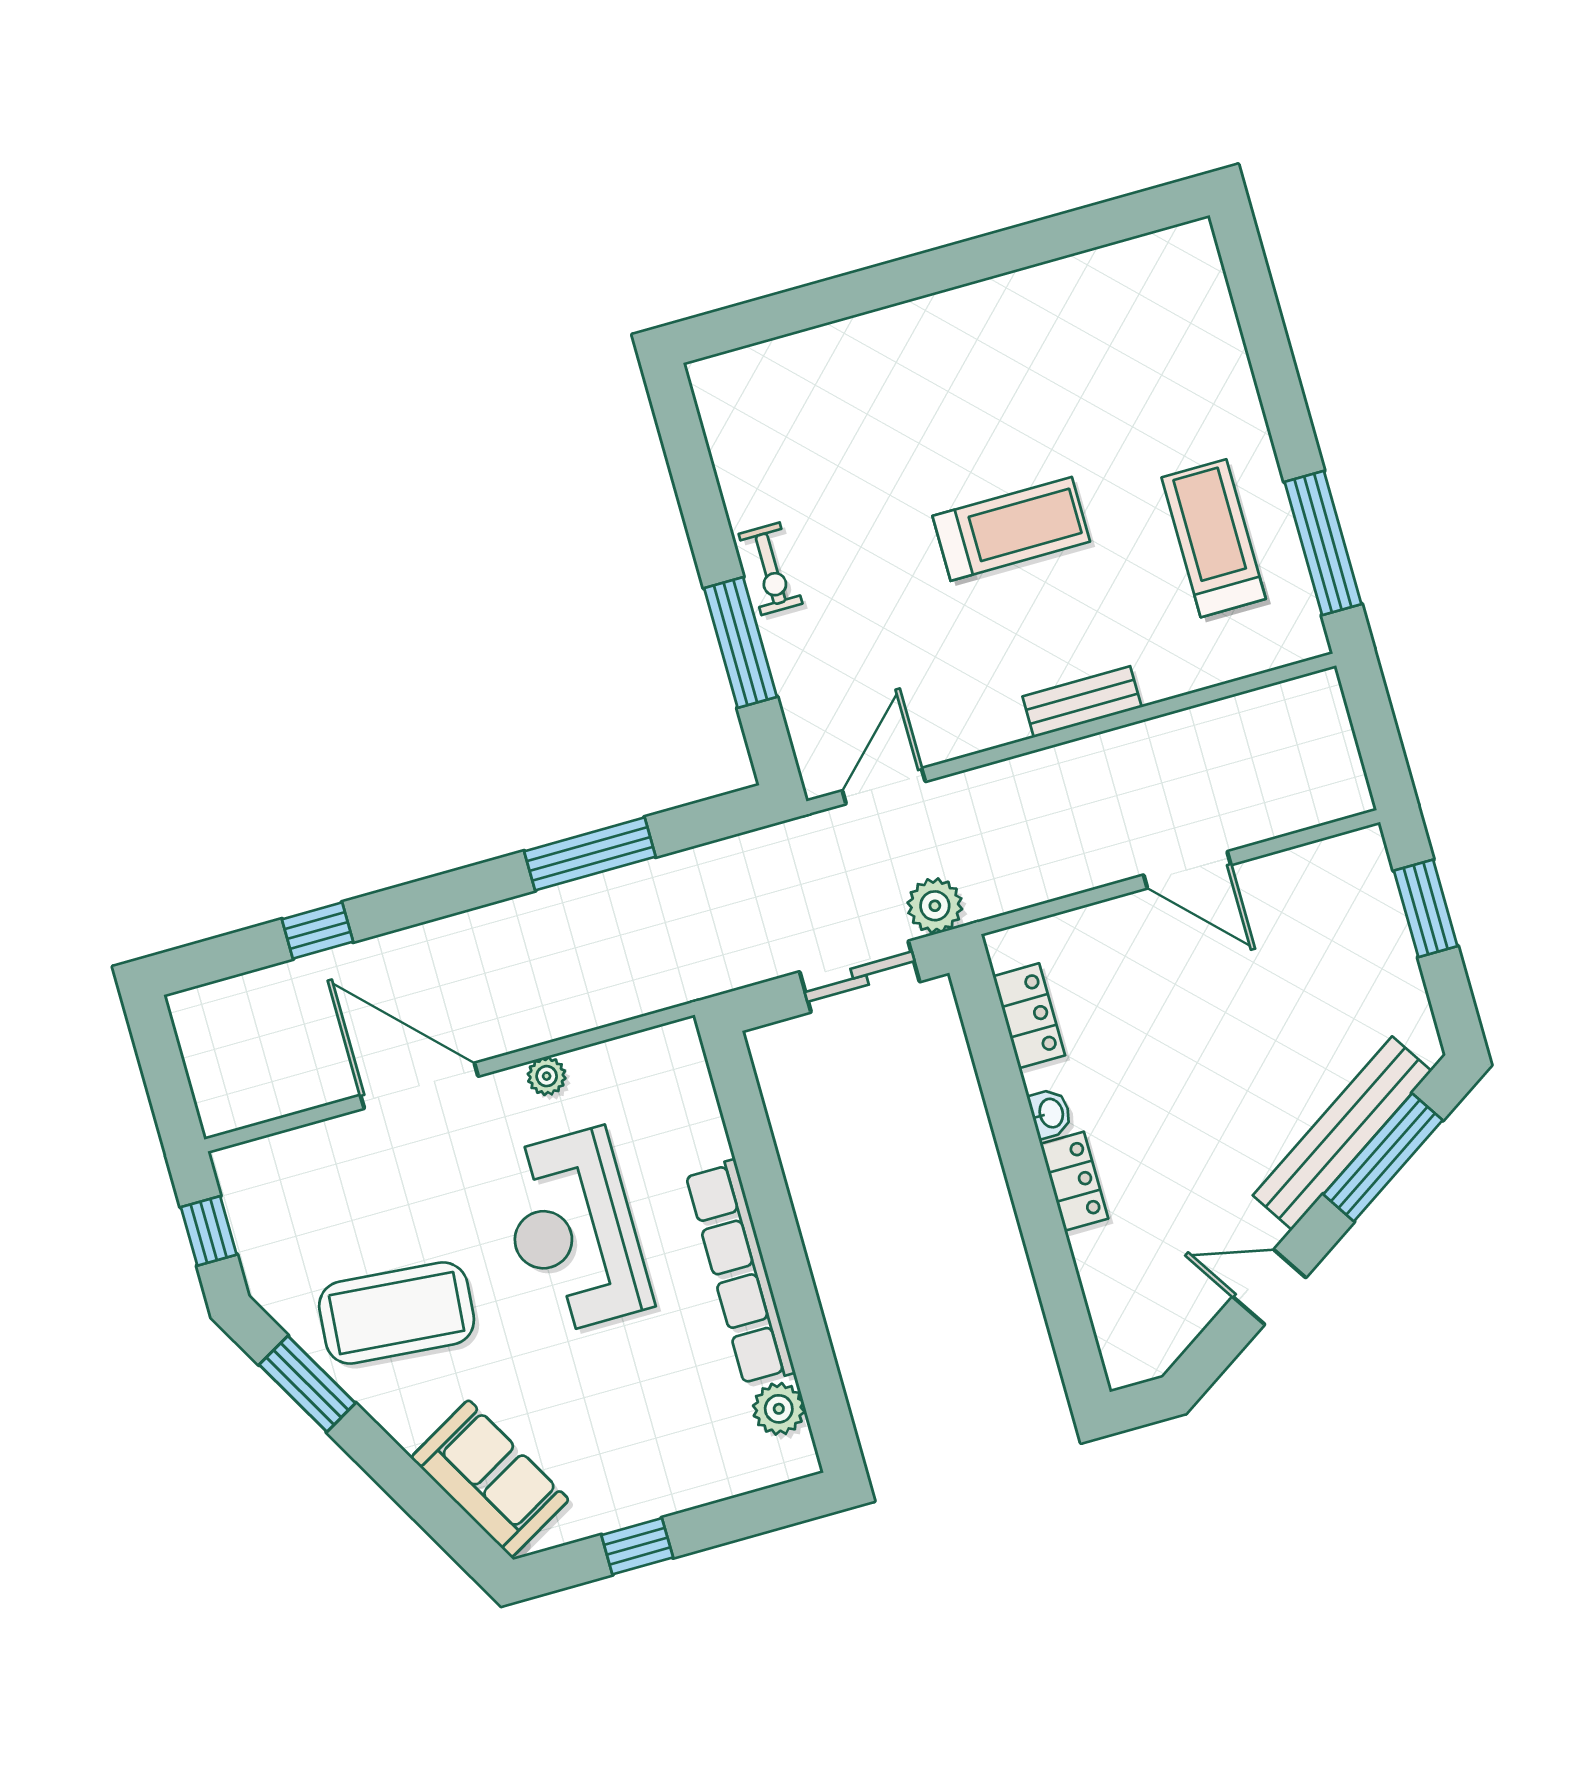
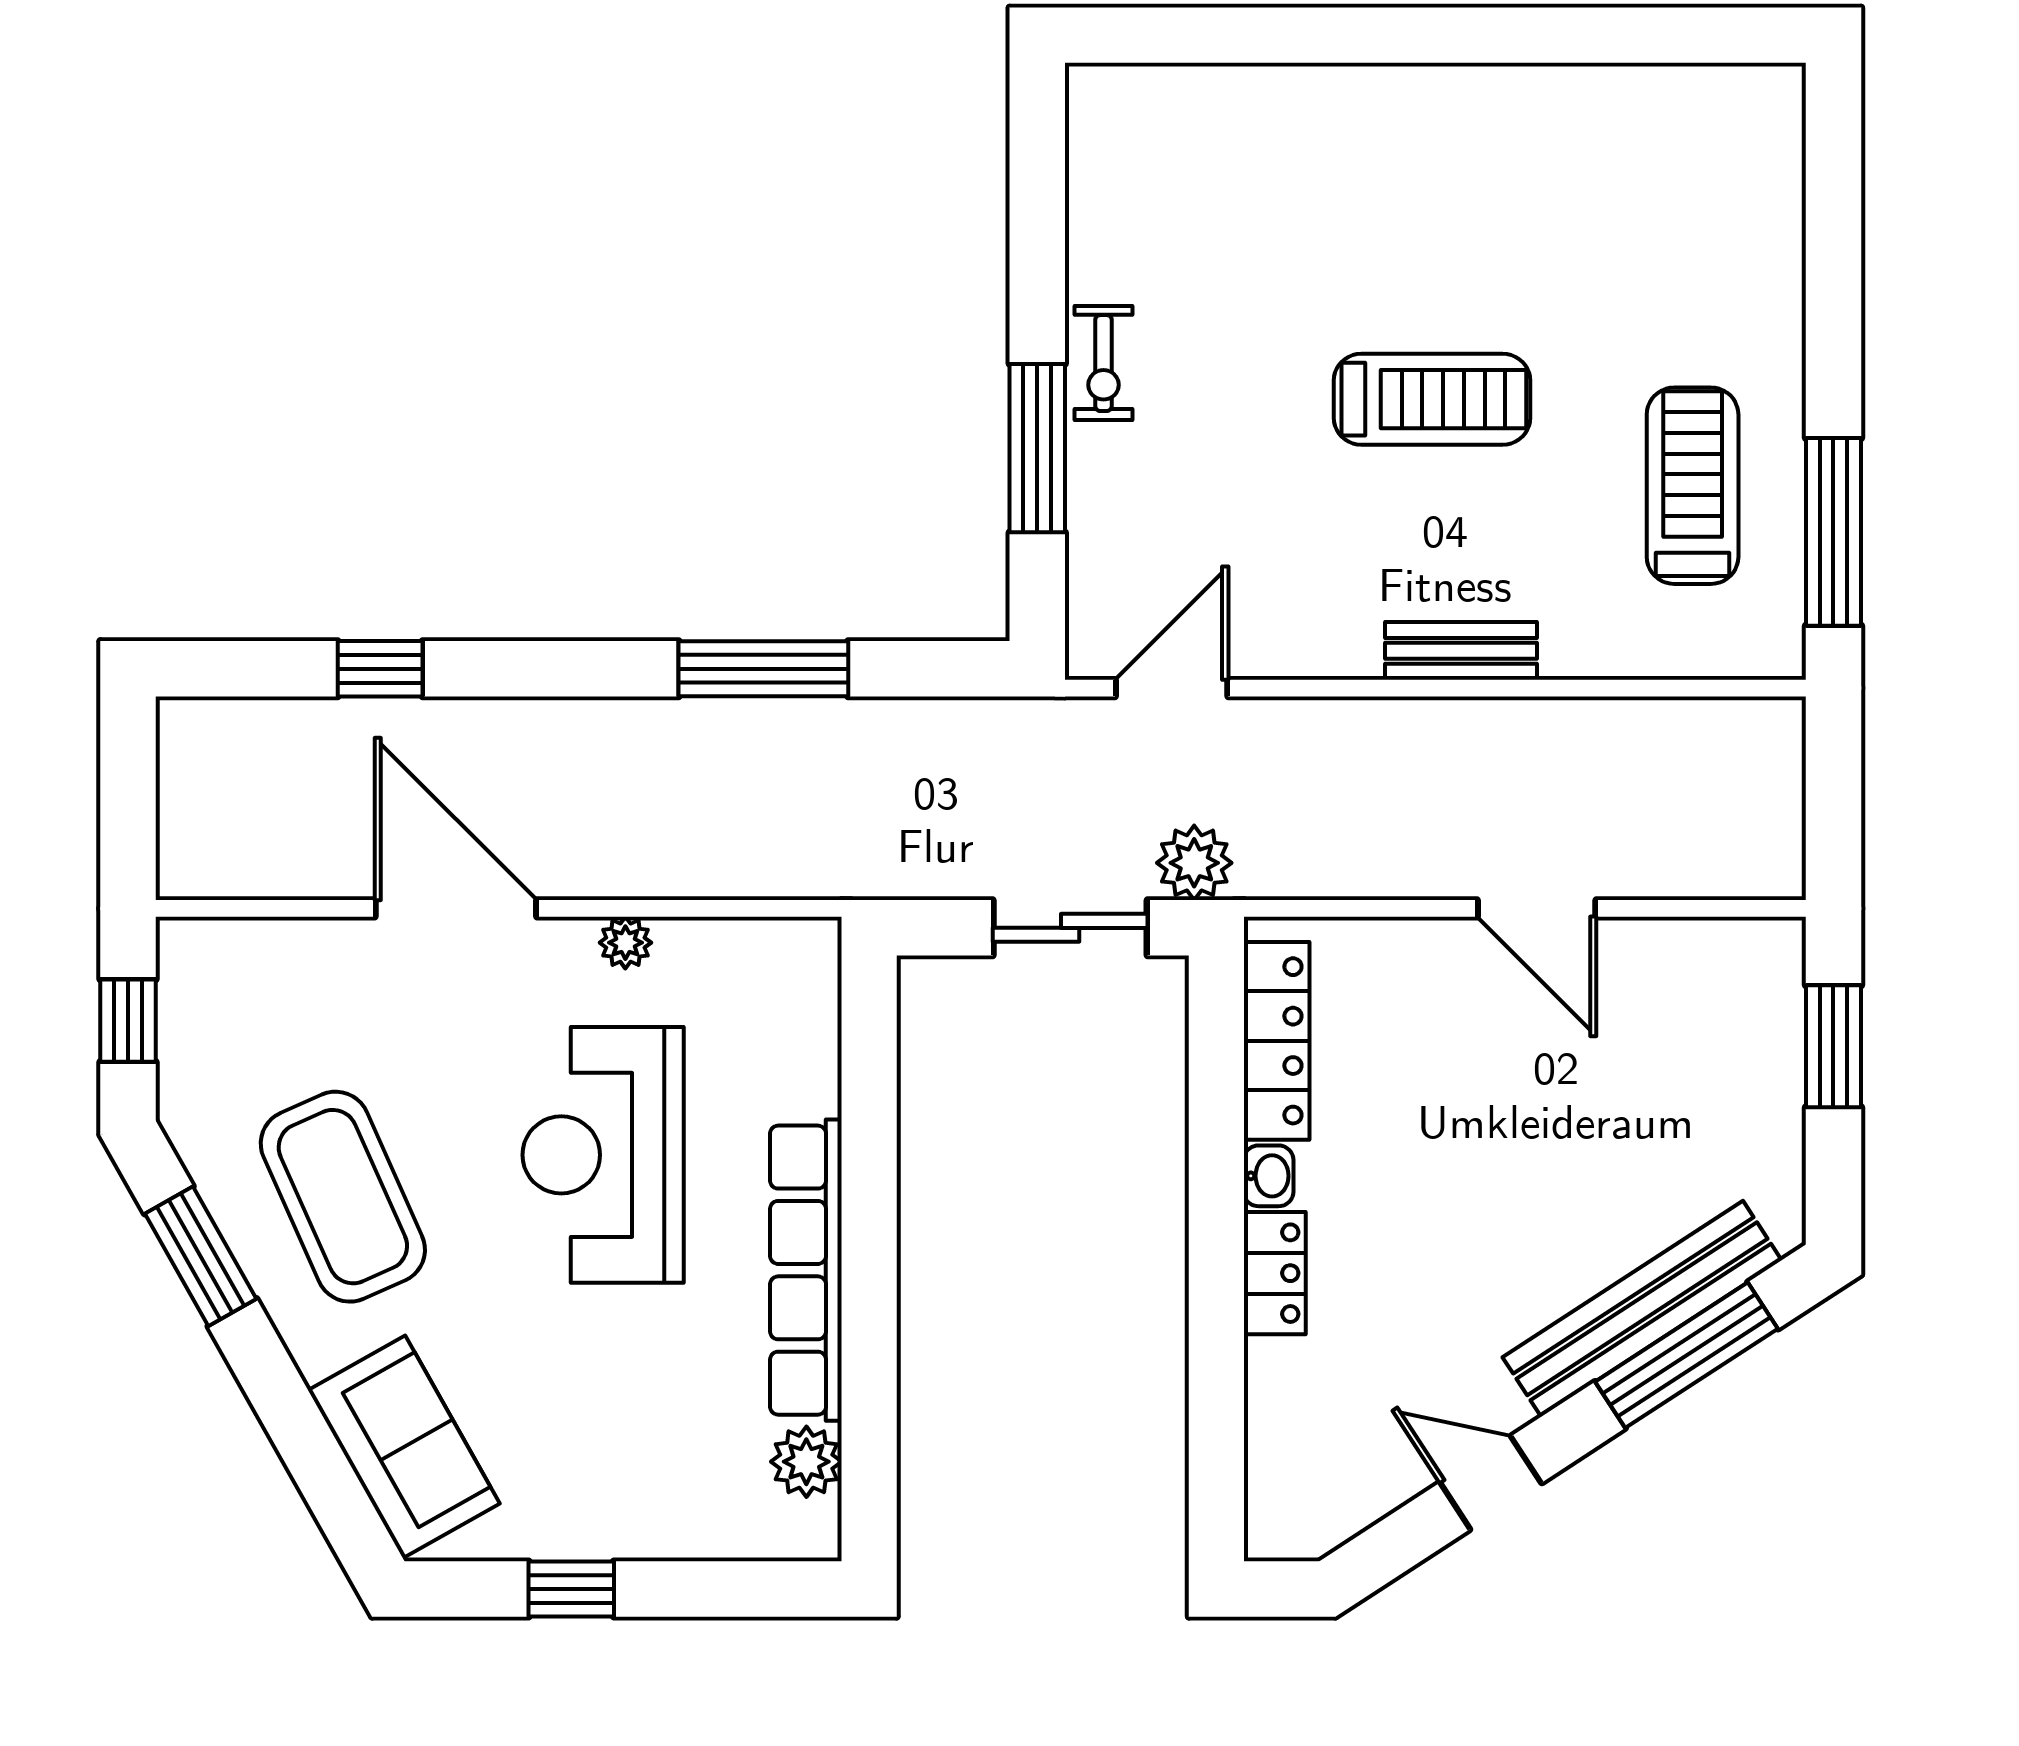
locker: (1029, 1016) -> (1277, 1041), width x1.53
coffee table: (397, 1313) -> (343, 1197), turned 61

